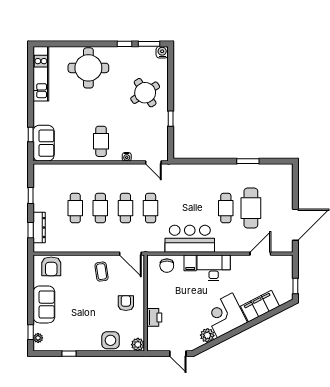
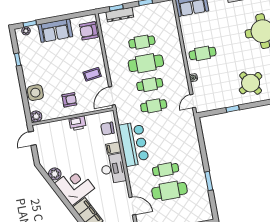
cafe table: (100, 208) -> (146, 63), width x1.37, depth x1.35
printer: (154, 317) -> (78, 123), moved
door: (178, 354) -> (32, 138), moved

